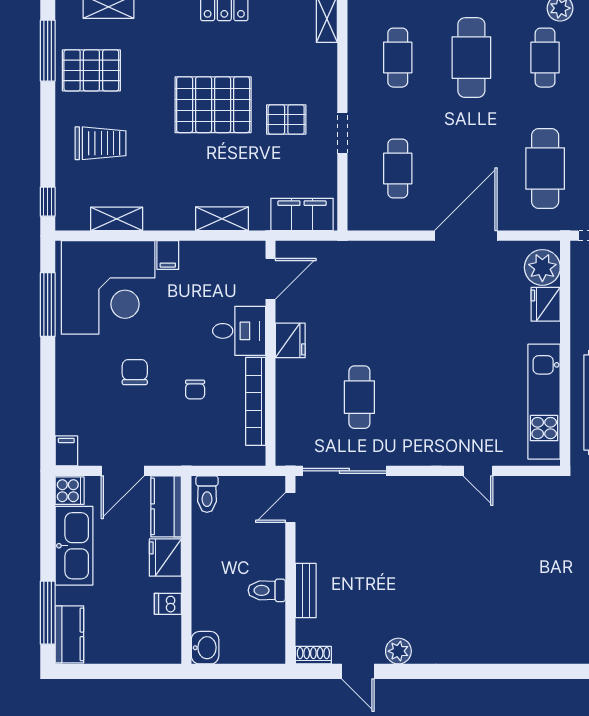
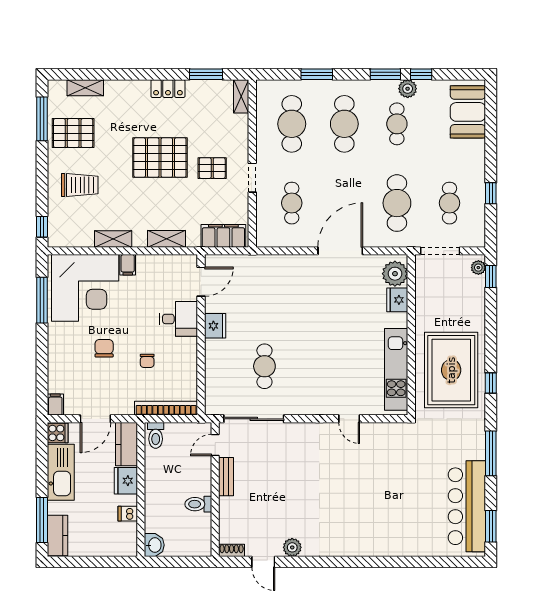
cafe table: (398, 58) -> (292, 124), width x1.37, depth x1.35
shelving: (117, 219) -> (113, 239), moved
bookcase: (256, 401) -> (166, 408), moved, turned 90
bench: (306, 591) -> (226, 477), moved

